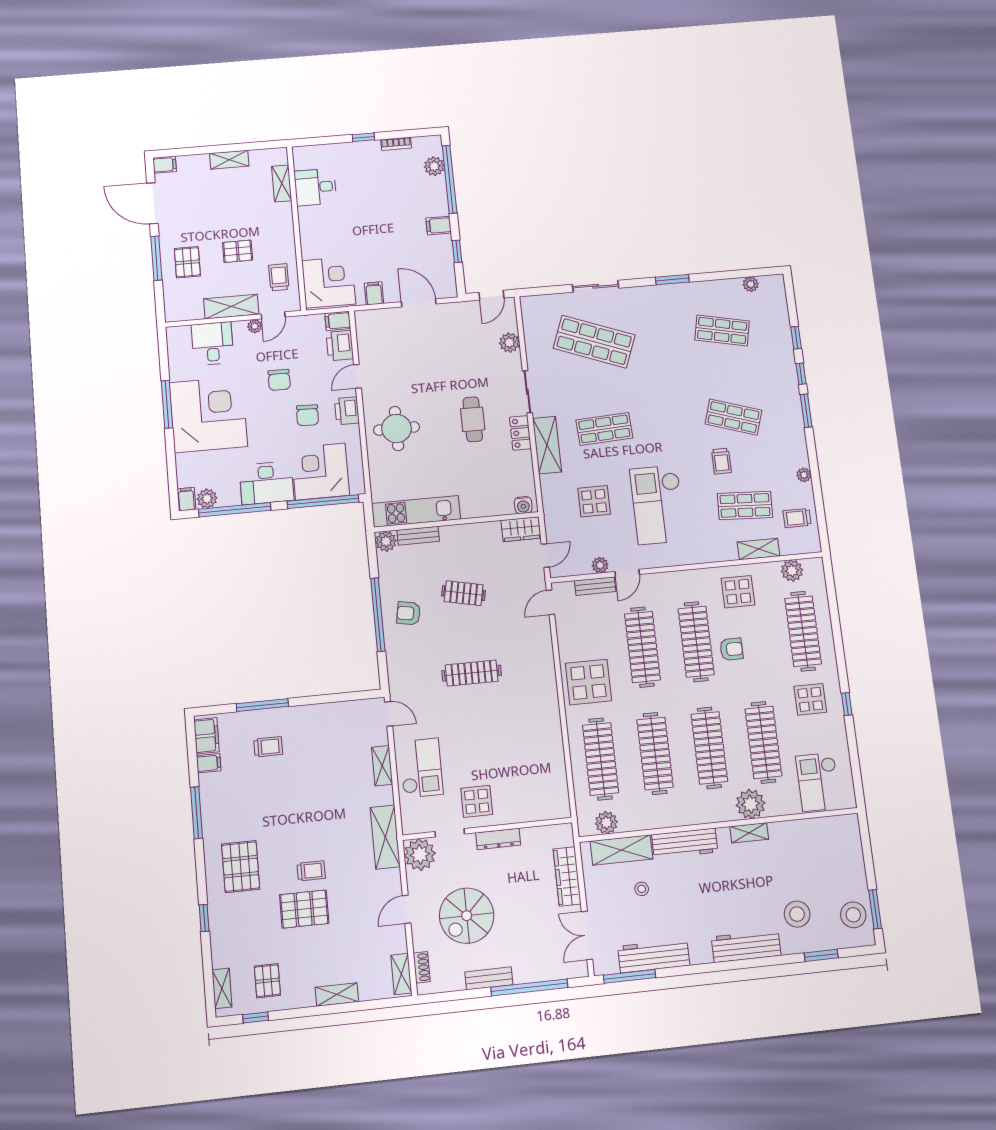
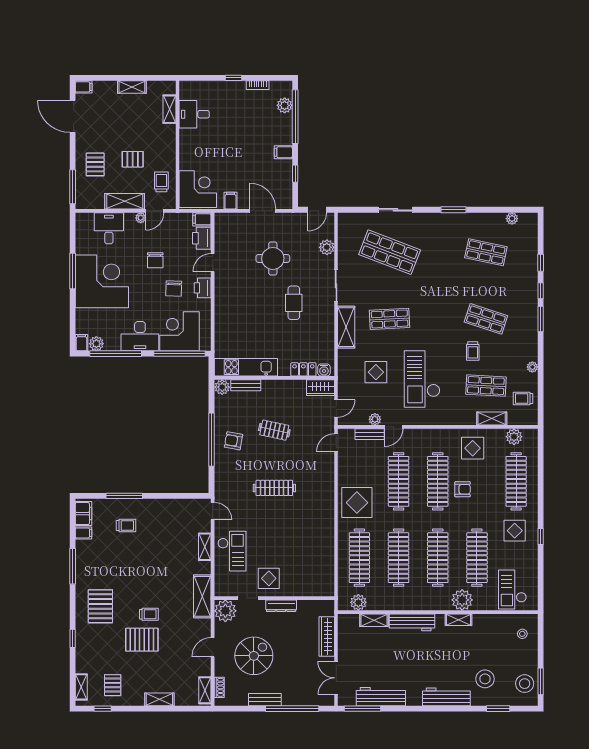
window: (156, 258) -> (73, 187), moved
round table: (397, 429) -> (273, 258), moved
locker: (520, 433) -> (303, 369), moved, turned 90
shelving: (622, 850) -> (374, 620), width x0.67, depth x0.75
stool: (642, 889) -> (522, 634), moved
spiral stairs: (467, 916) -> (254, 656), turned 180

